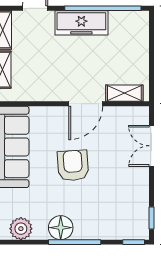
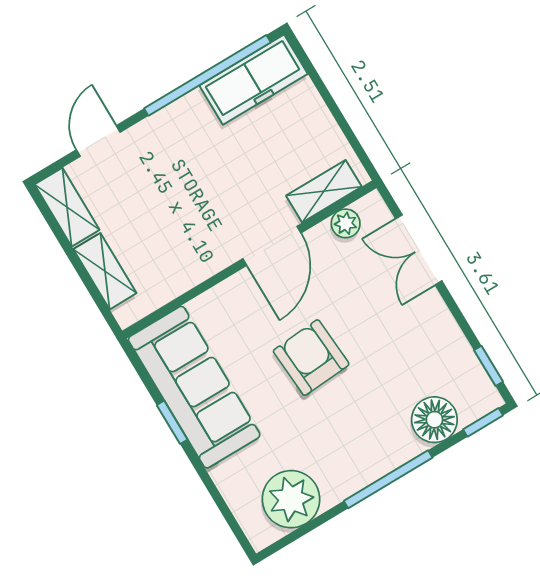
freezer: (81, 23) -> (253, 80), moved
plant: (125, 114) -> (346, 223), added
floor lamp: (61, 228) -> (434, 420), moved
plant: (21, 229) -> (291, 499), width x1.36, depth x1.36

